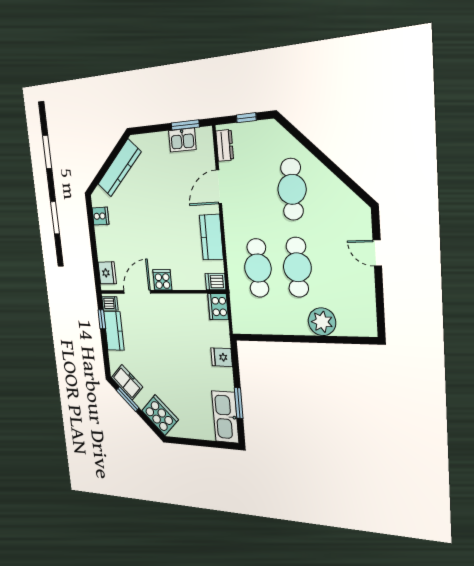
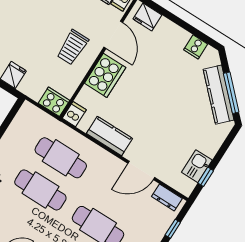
window: (185, 125) -> (206, 177), width x0.67
window: (111, 159) -> (231, 93), added
door: (219, 187) -> (141, 170), swing flipped
cooker: (162, 280) -> (105, 75), width x1.87, depth x1.31
trolley: (168, 320) -> (73, 47), added

